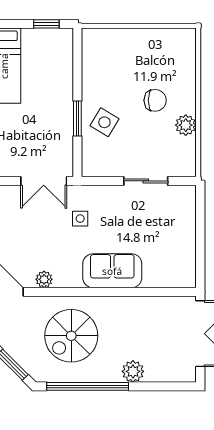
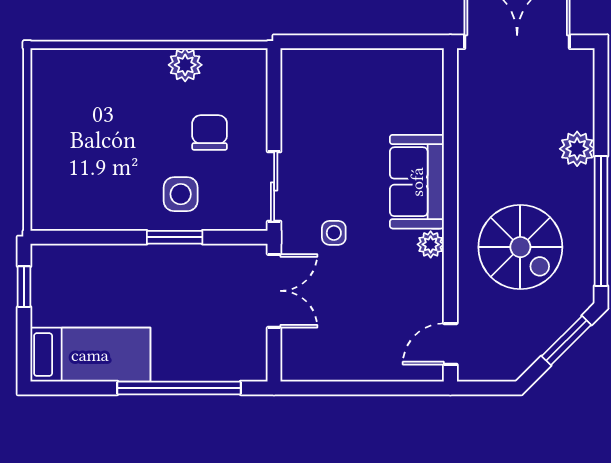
chair: (155, 100) -> (210, 133), moved
side table: (104, 122) -> (181, 194), turned -31
sliding door: (146, 181) -> (274, 186), moved
plant: (44, 279) -> (431, 244), moved

